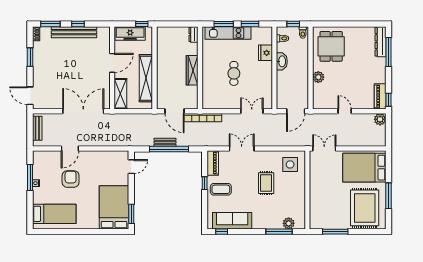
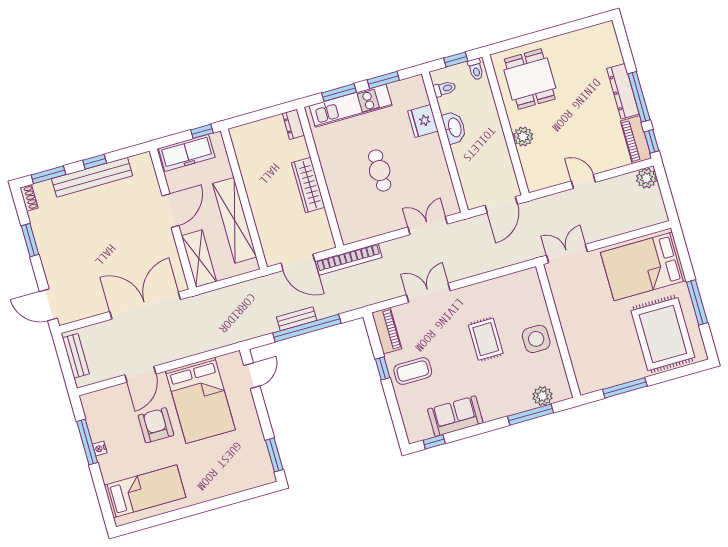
dresser: (381, 42) -> (623, 91), moved
window: (389, 52) -> (639, 97), moved
side table: (290, 164) -> (536, 339), moved
bed: (114, 207) -> (200, 400), moved, turned 180
sofa: (232, 221) -> (455, 416), width x0.73

